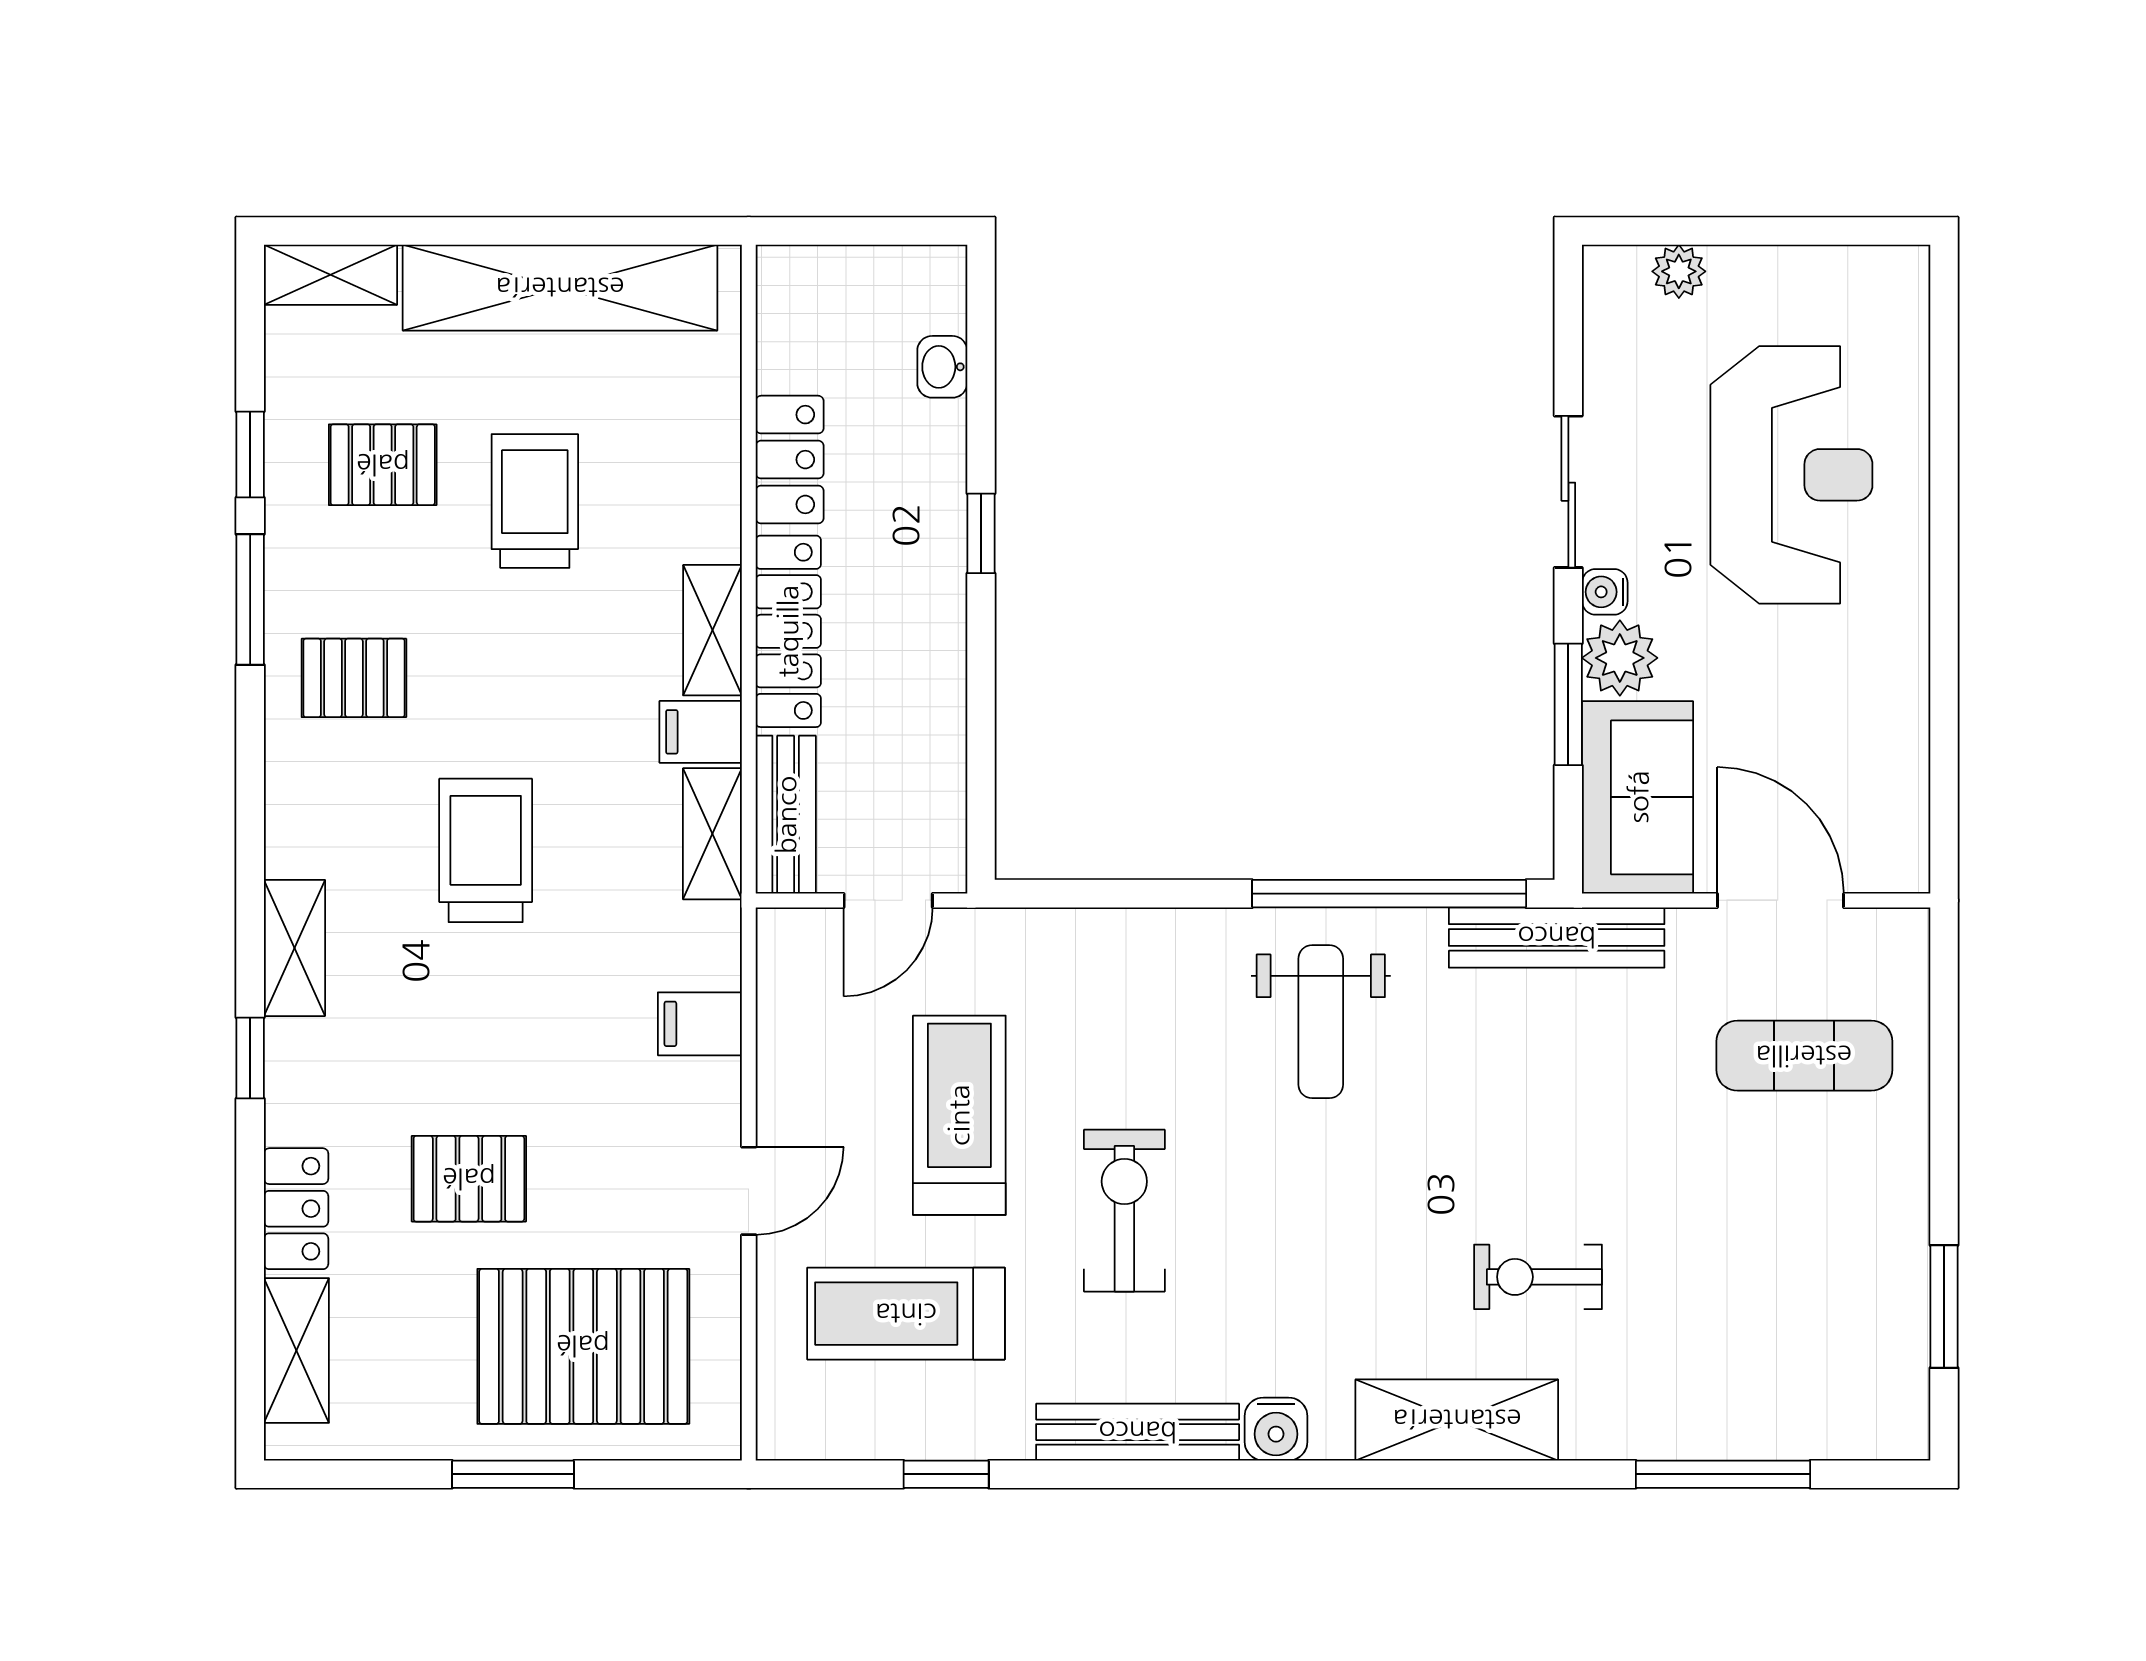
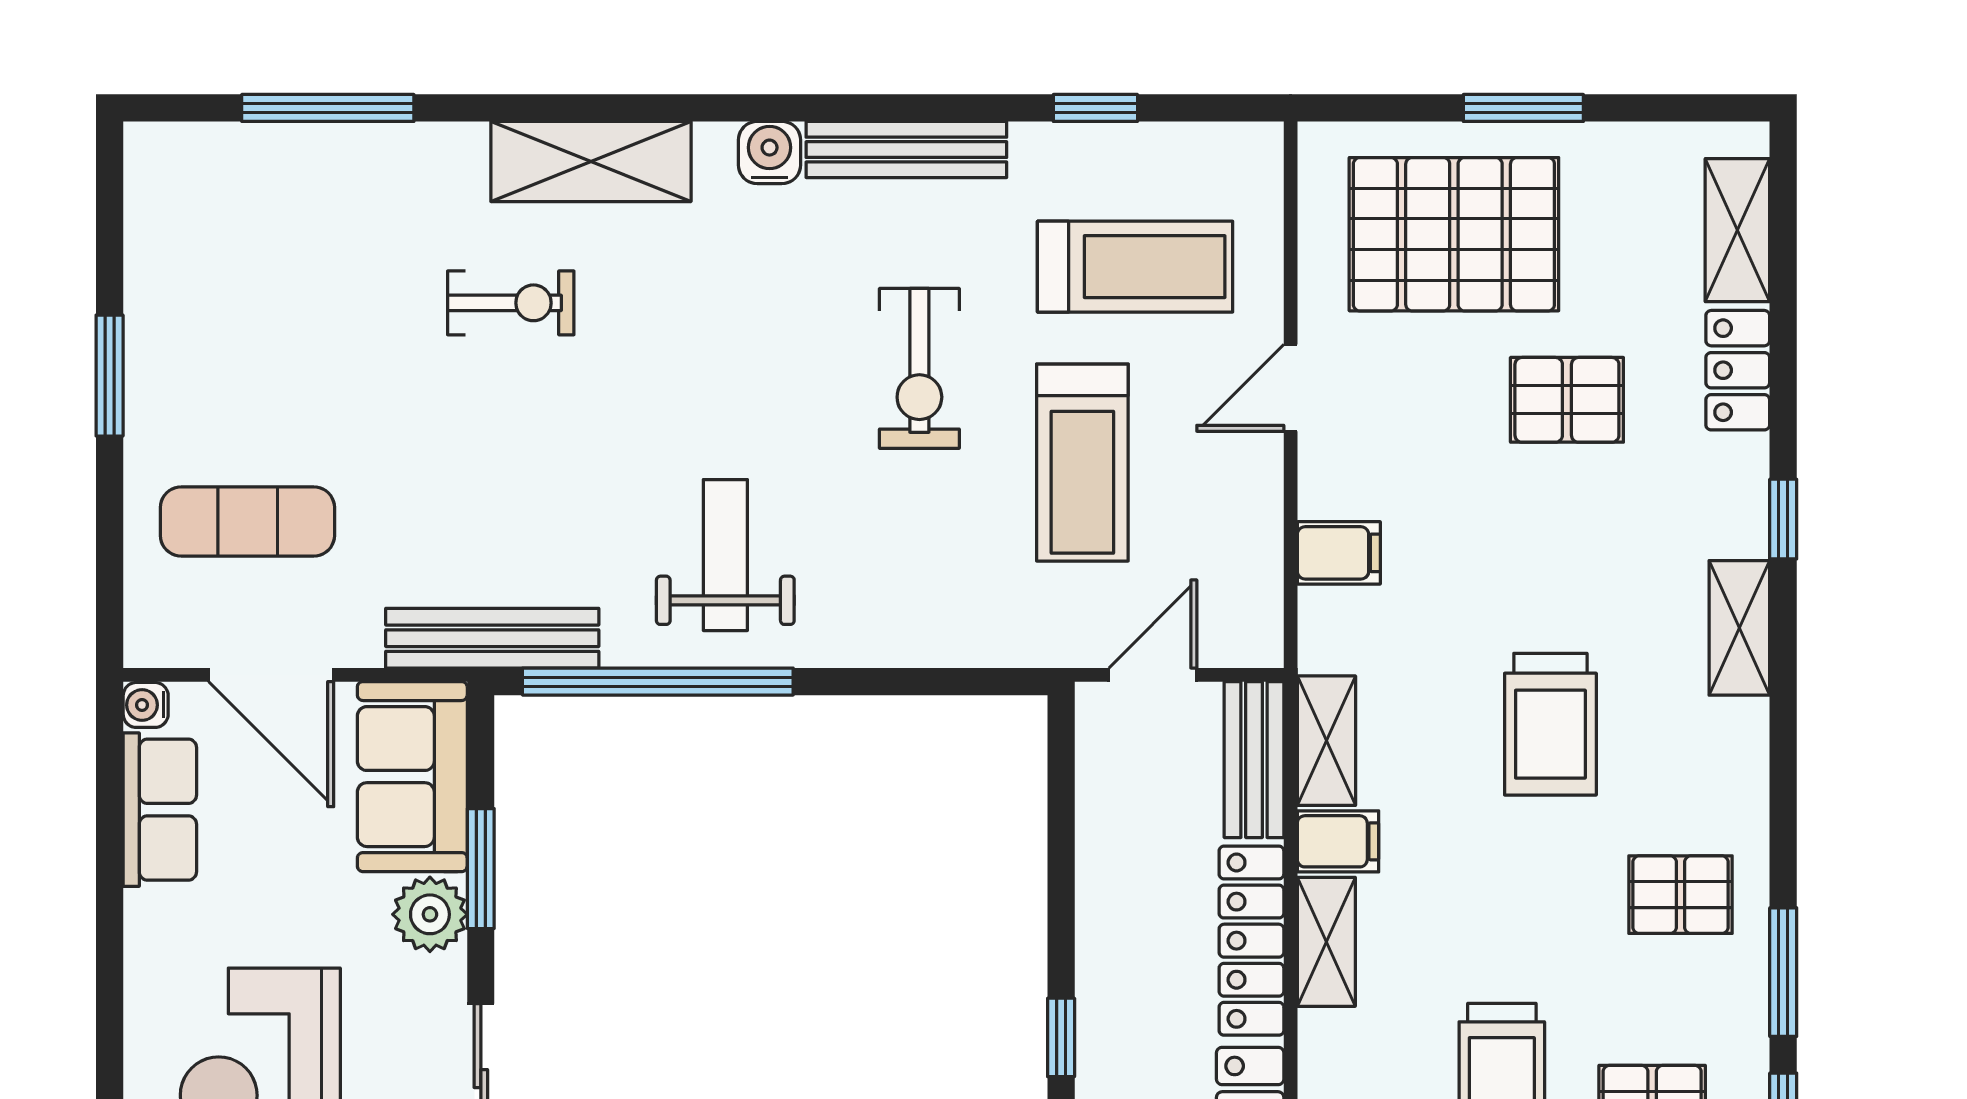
water cooler: (1605, 592) -> (146, 705), moved, turned 180
row of seats: (1893, 764) -> (160, 810), added
window: (1944, 1307) -> (110, 376), moved

